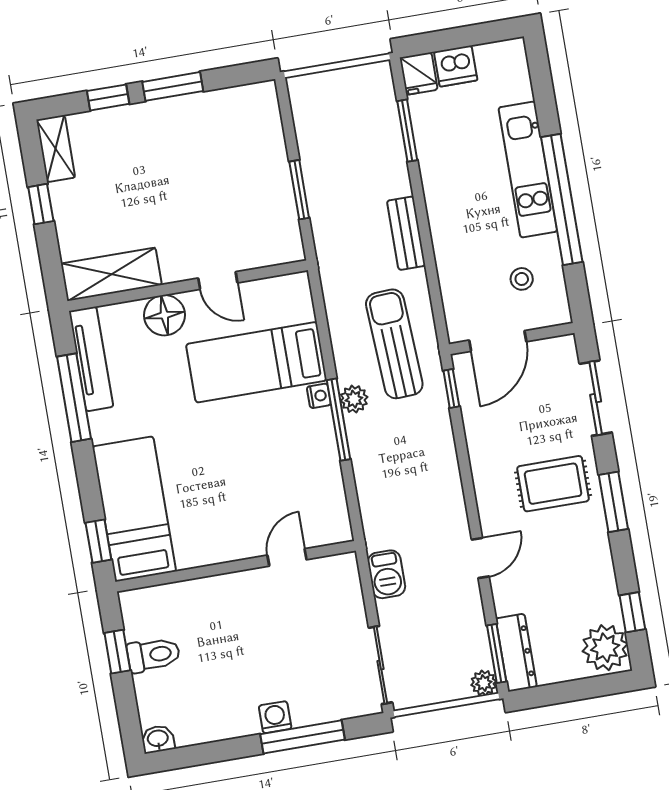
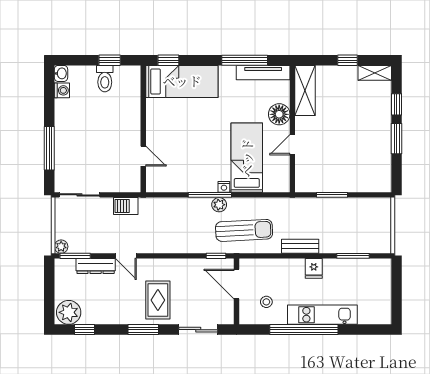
dishwasher: (456, 66) -> (382, 287), removed
fridge: (419, 74) -> (314, 268), moved, turned -90
dresser: (516, 653) -> (96, 266), moved
washing machine: (275, 717) -> (62, 90), moved

